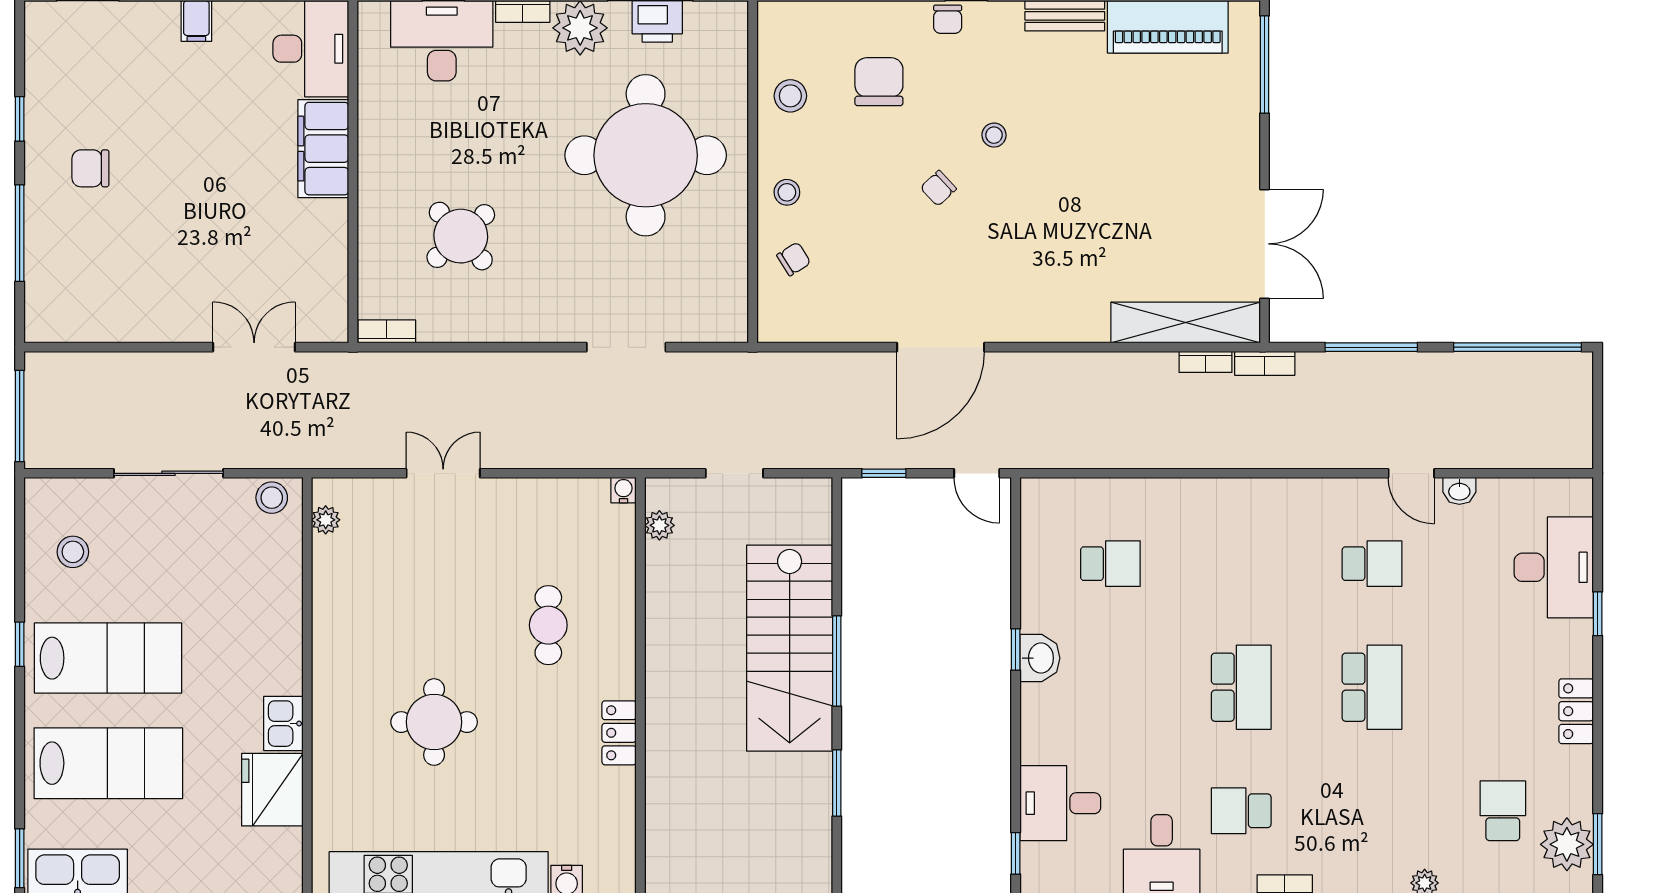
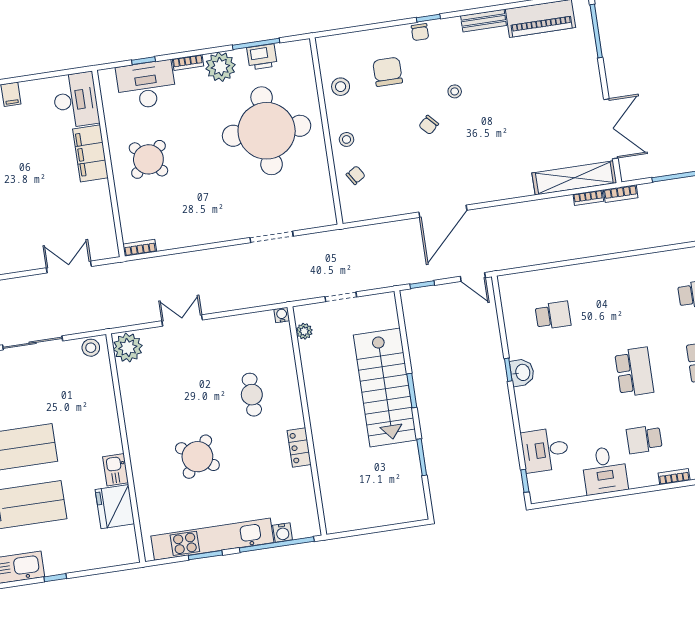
round table: (461, 236) -> (148, 159), moved
plant: (326, 520) -> (128, 348), width x1.88, depth x1.88
window: (837, 661) -> (412, 391), width x0.69
round table: (434, 722) -> (197, 457), turned 36

